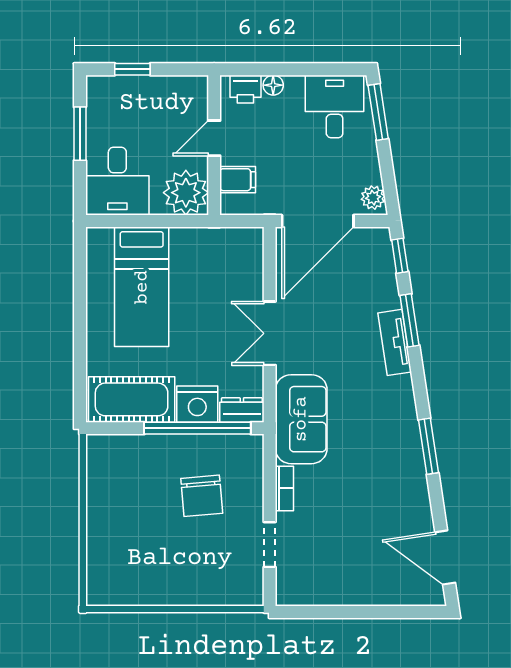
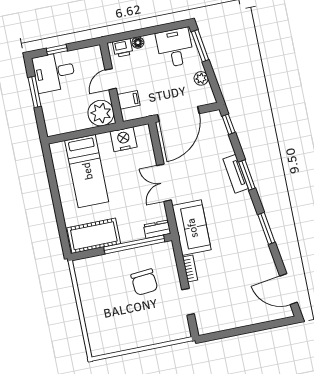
desk: (117, 181) -> (54, 72), moved, turned 90
plant: (373, 198) -> (201, 78), moved
window: (410, 320) -> (247, 175), moved
nightstand: (197, 404) -> (124, 139), moved, turned 180

